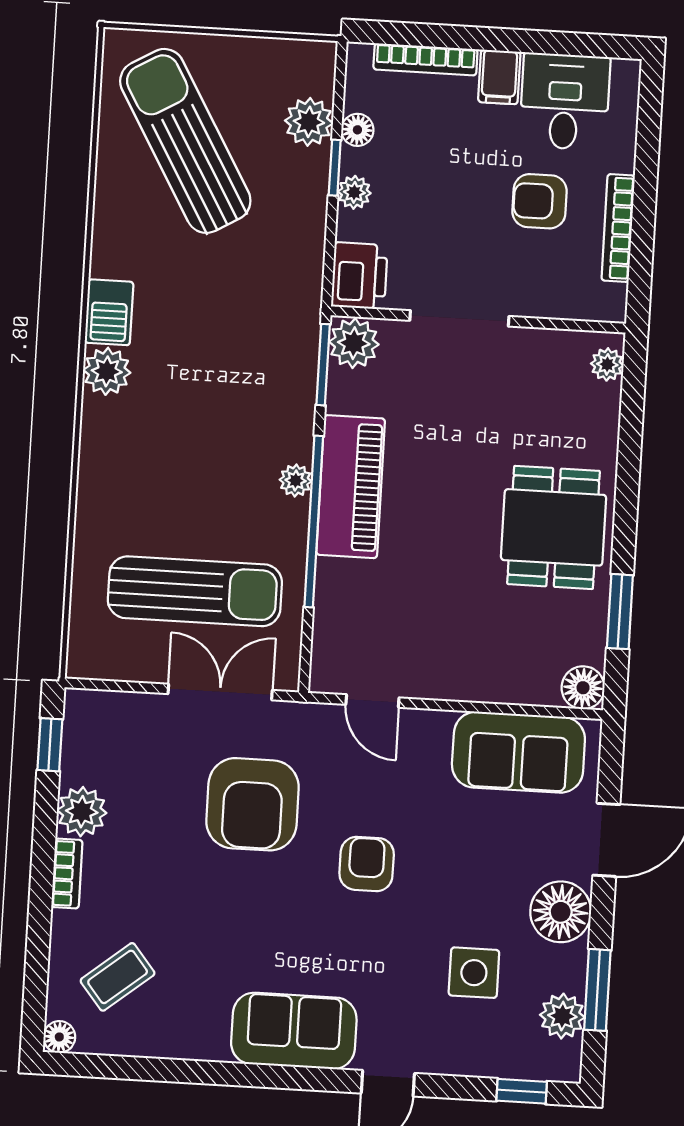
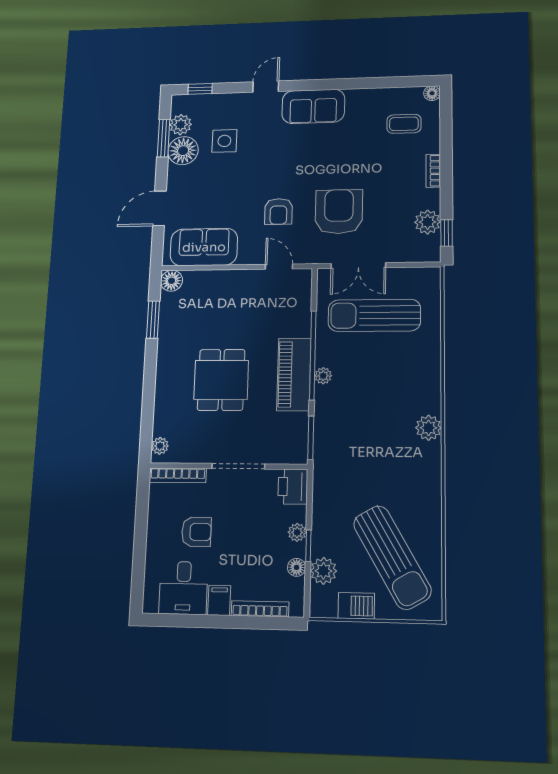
bookcase: (618, 228) -> (178, 475), moved, turned 90
barbecue: (109, 312) -> (356, 606), moved, turned 90
plant: (354, 343) -> (295, 450), removed
dining table: (554, 527) -> (221, 380), moved
plant: (82, 812) -> (428, 222), moved
armchair: (367, 864) -> (278, 211), moved
floor lamp: (561, 912) -> (183, 151), moved
coffee table: (118, 977) -> (404, 124), turned 39

